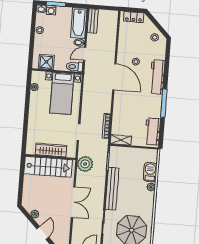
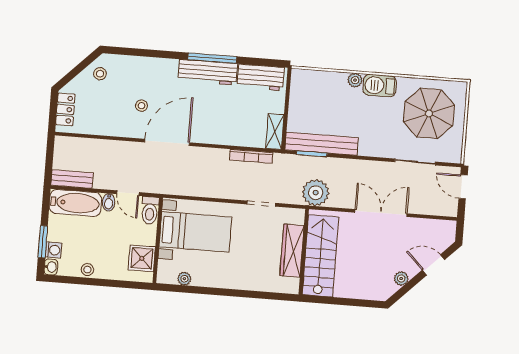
workbench: (157, 77) -> (208, 72), moved
barbecue: (150, 172) -> (380, 86), moved
bench: (112, 189) -> (322, 144), moved

